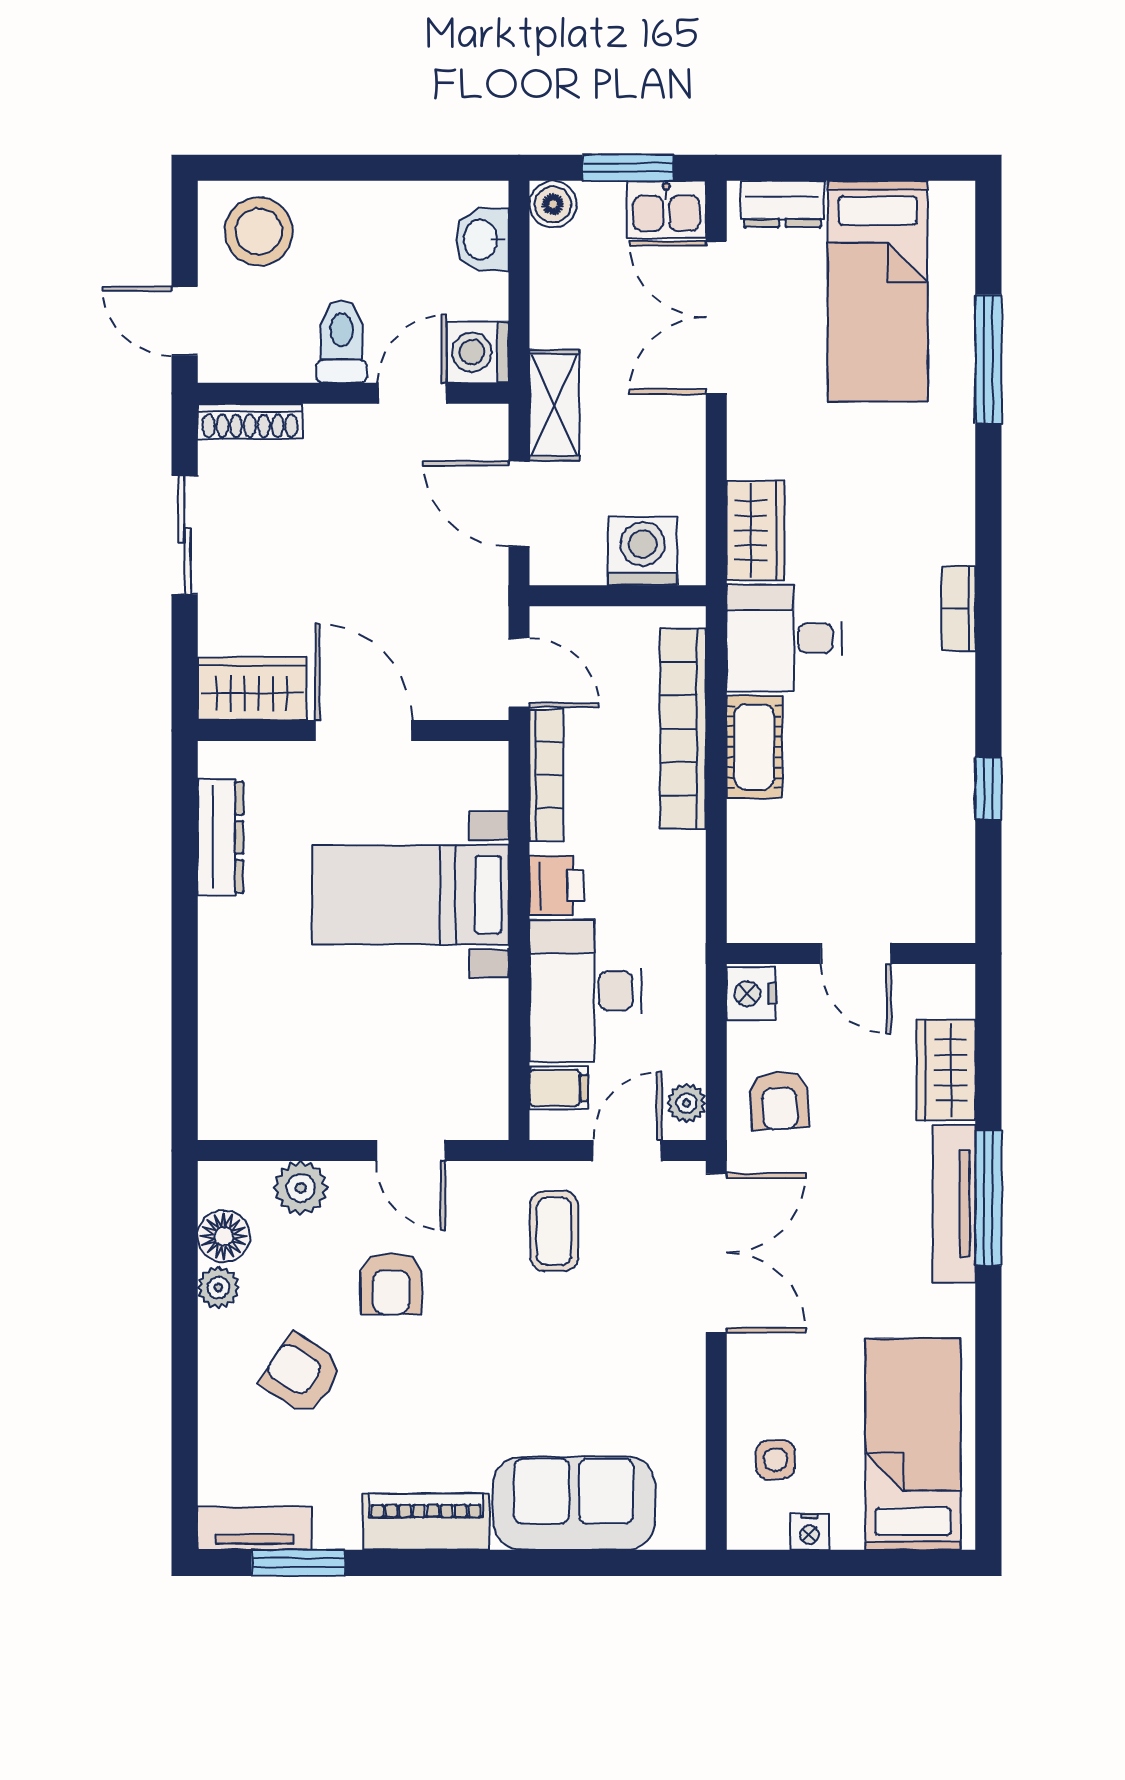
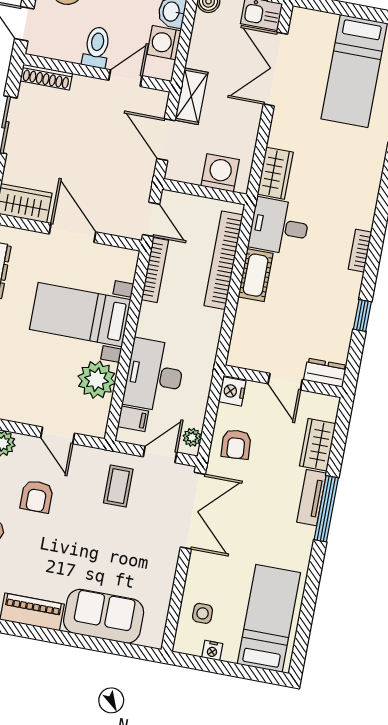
dresser: (782, 204) -> (325, 373), moved, turned 180
washing machine: (478, 352) -> (164, 43), moved
bookcase: (959, 609) -> (360, 251), moved
printer: (557, 886) -> (150, 323), removed
plant: (469, 1022) -> (97, 380), added
tv unit: (954, 1204) -> (312, 498), width x0.71

